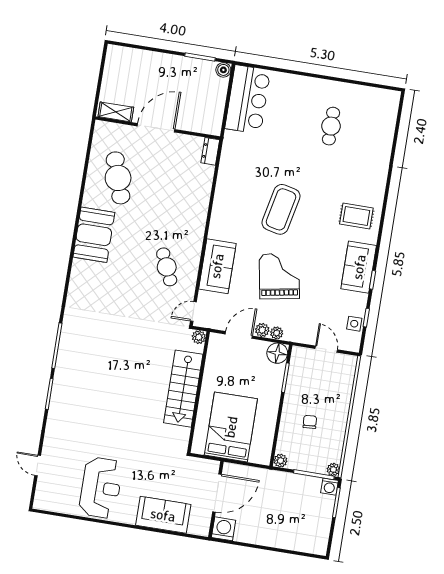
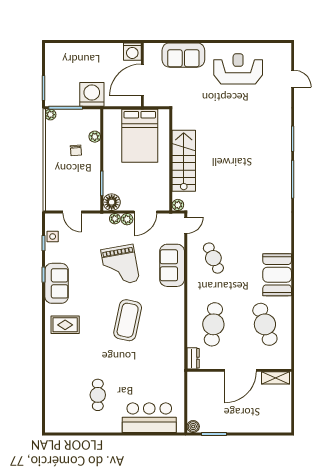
bar counter: (248, 99) -> (149, 418), moved, turned 90
cafe table: (179, 188) -> (213, 324), added
plant: (280, 461) -> (95, 137), moved
washing machine: (329, 487) -> (92, 94), moved, width x1.89, depth x1.89
reception desk: (101, 488) -> (238, 69), turned 90

